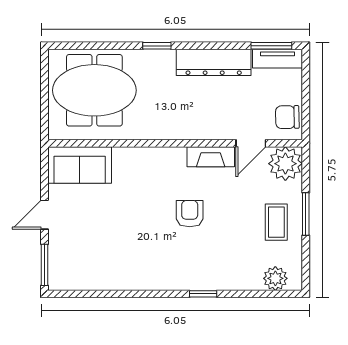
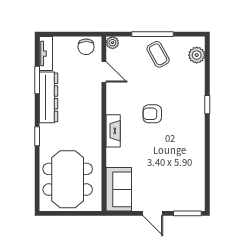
window: (271, 46) -> (37, 80), moved
fireplace: (211, 157) -> (113, 131), moved
plant: (285, 164) -> (112, 43), width x0.53, depth x0.53
window: (306, 214) -> (152, 34), width x1.44
coffee table: (276, 222) -> (158, 54), turned 61

